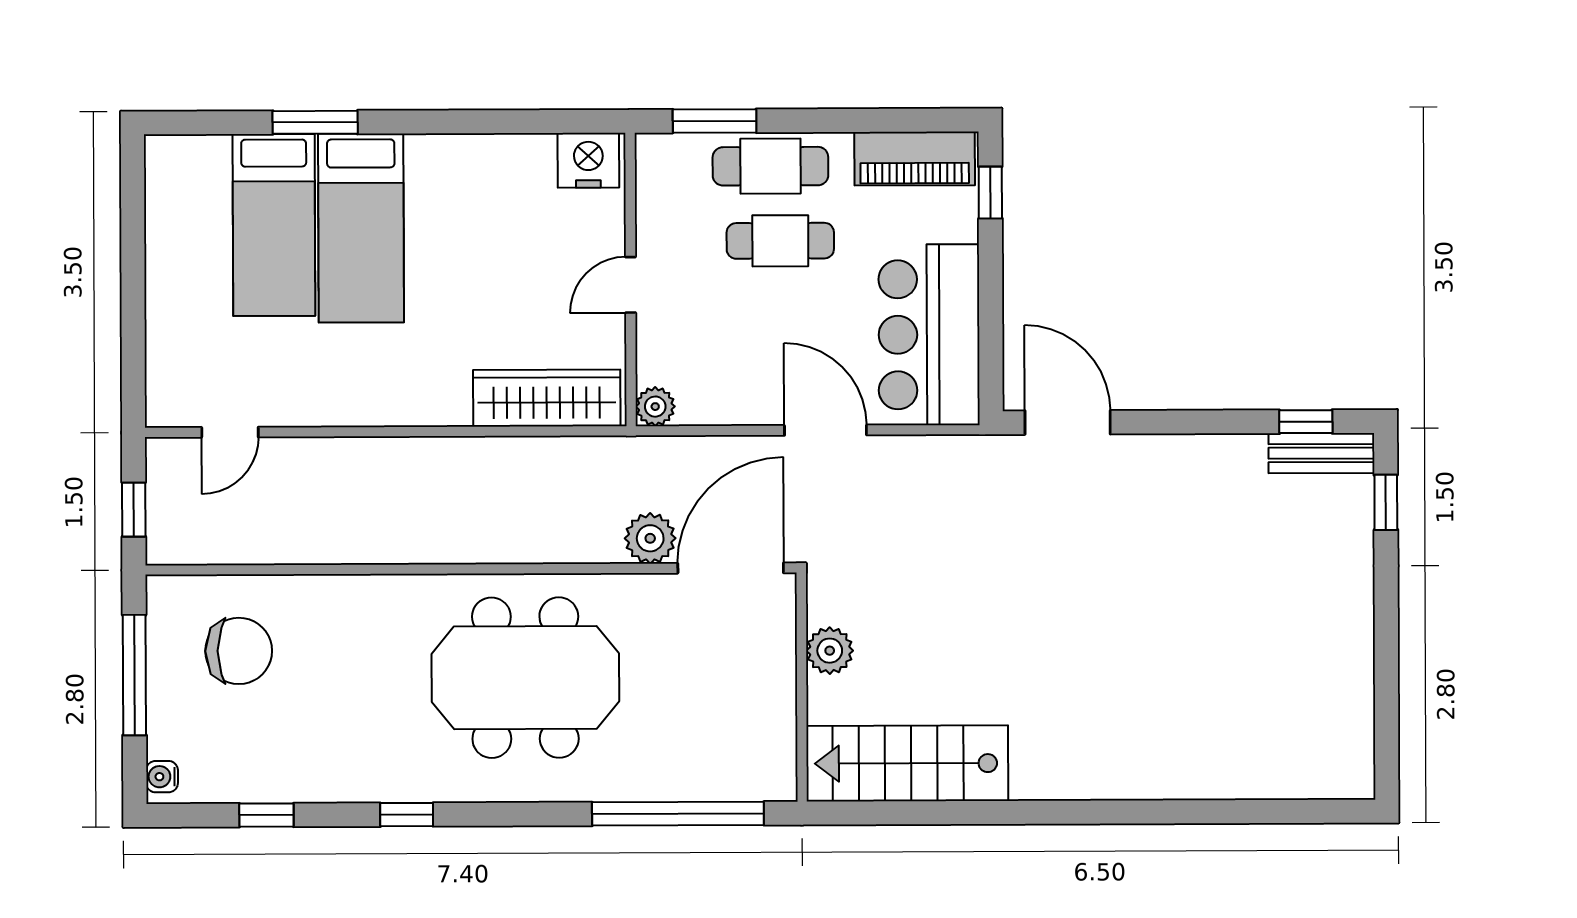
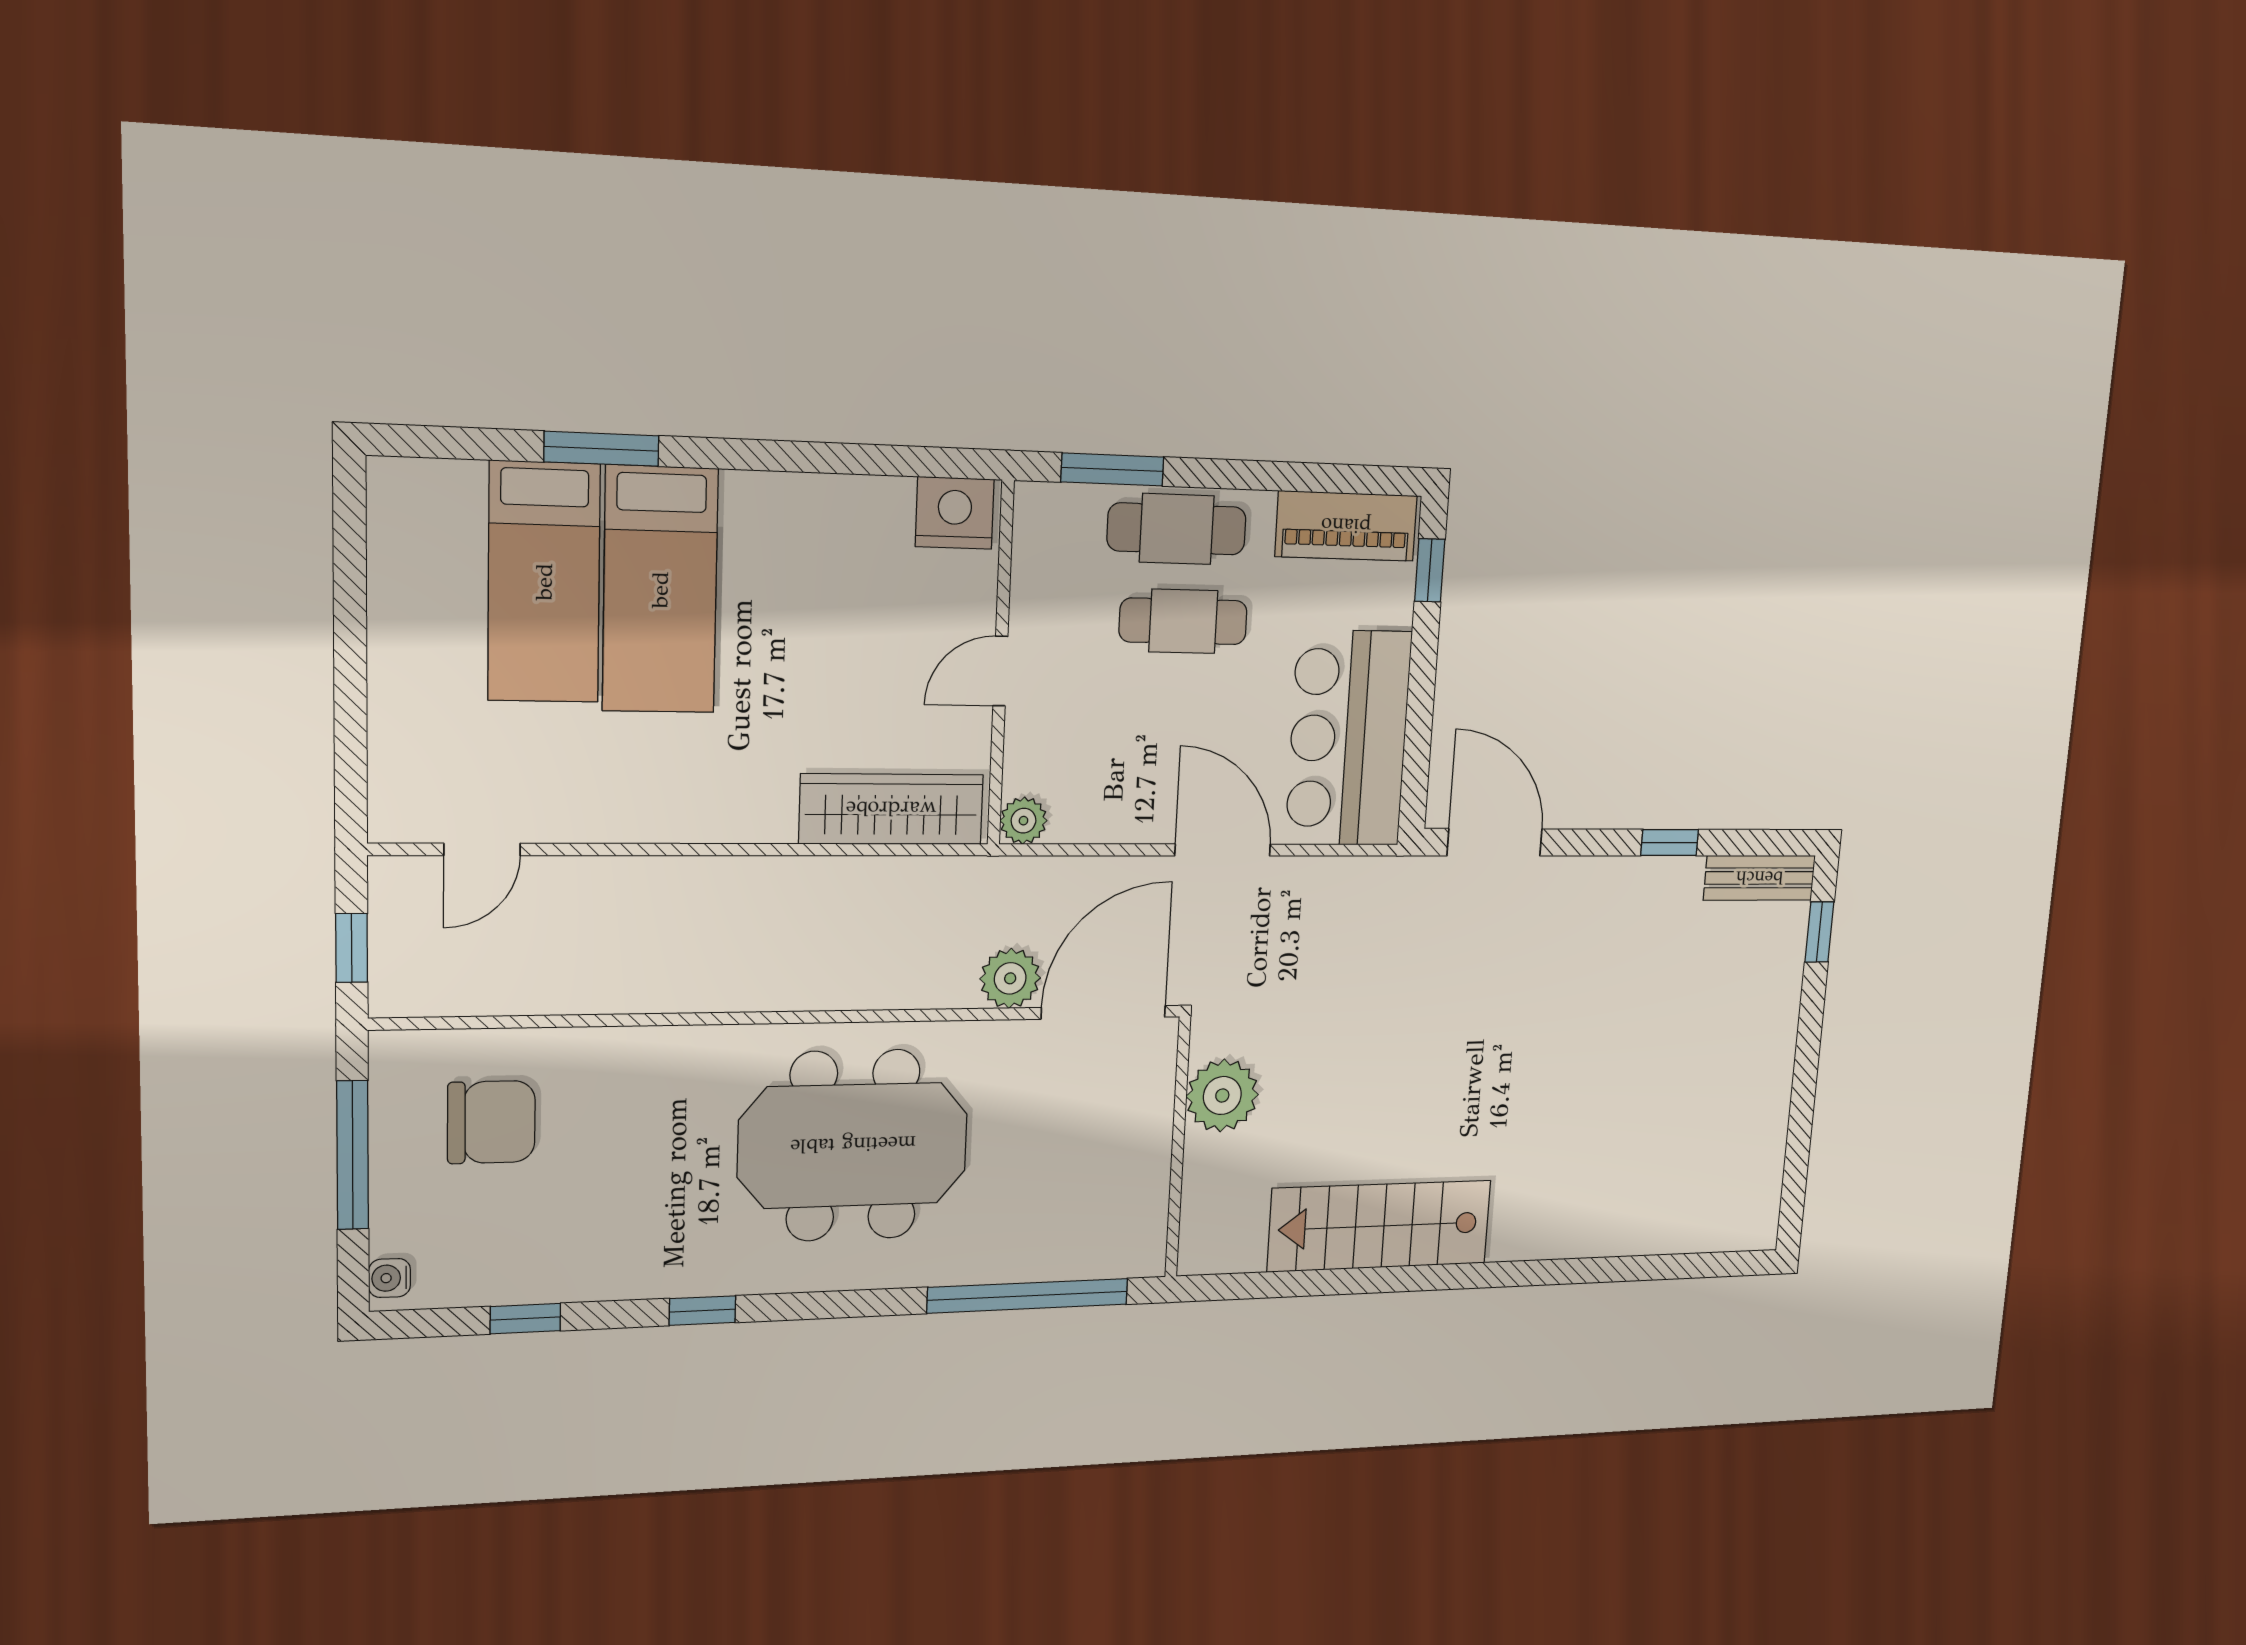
window: (1306, 422) -> (1670, 843), moved
plant: (830, 651) -> (1222, 1095), width x1.36, depth x1.36
stairs: (907, 763) -> (1380, 1226), moved

